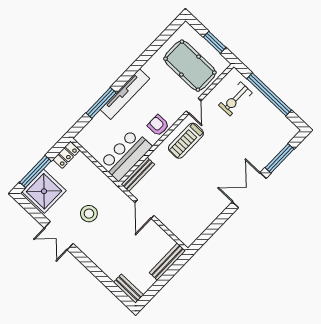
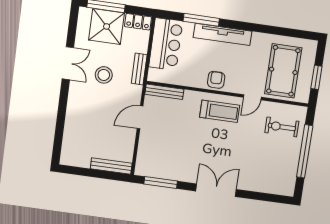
treadmill: (186, 141) -> (220, 111), turned 180
bar counter: (126, 155) -> (166, 44), moved, turned 90
window: (280, 158) -> (161, 182), moved
shower: (44, 191) -> (107, 26), moved
double door: (59, 236) -> (68, 63), swing flipped
bench: (128, 289) -> (139, 69), moved

